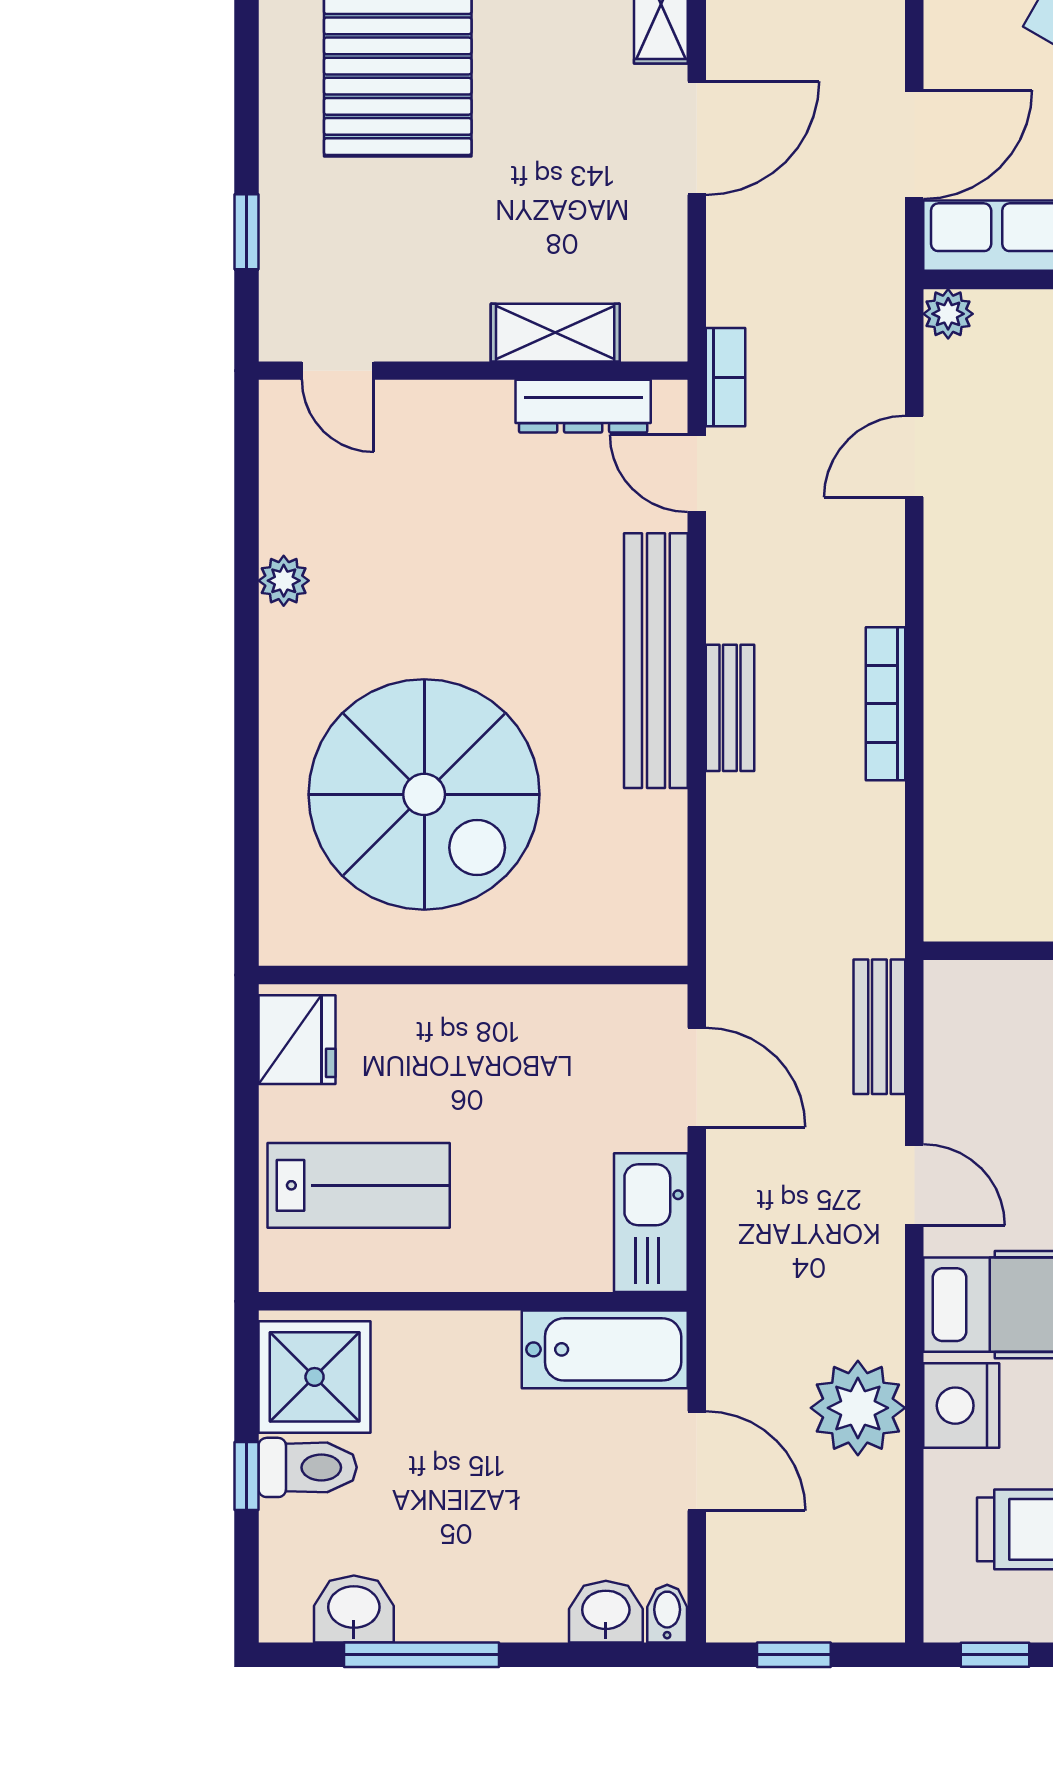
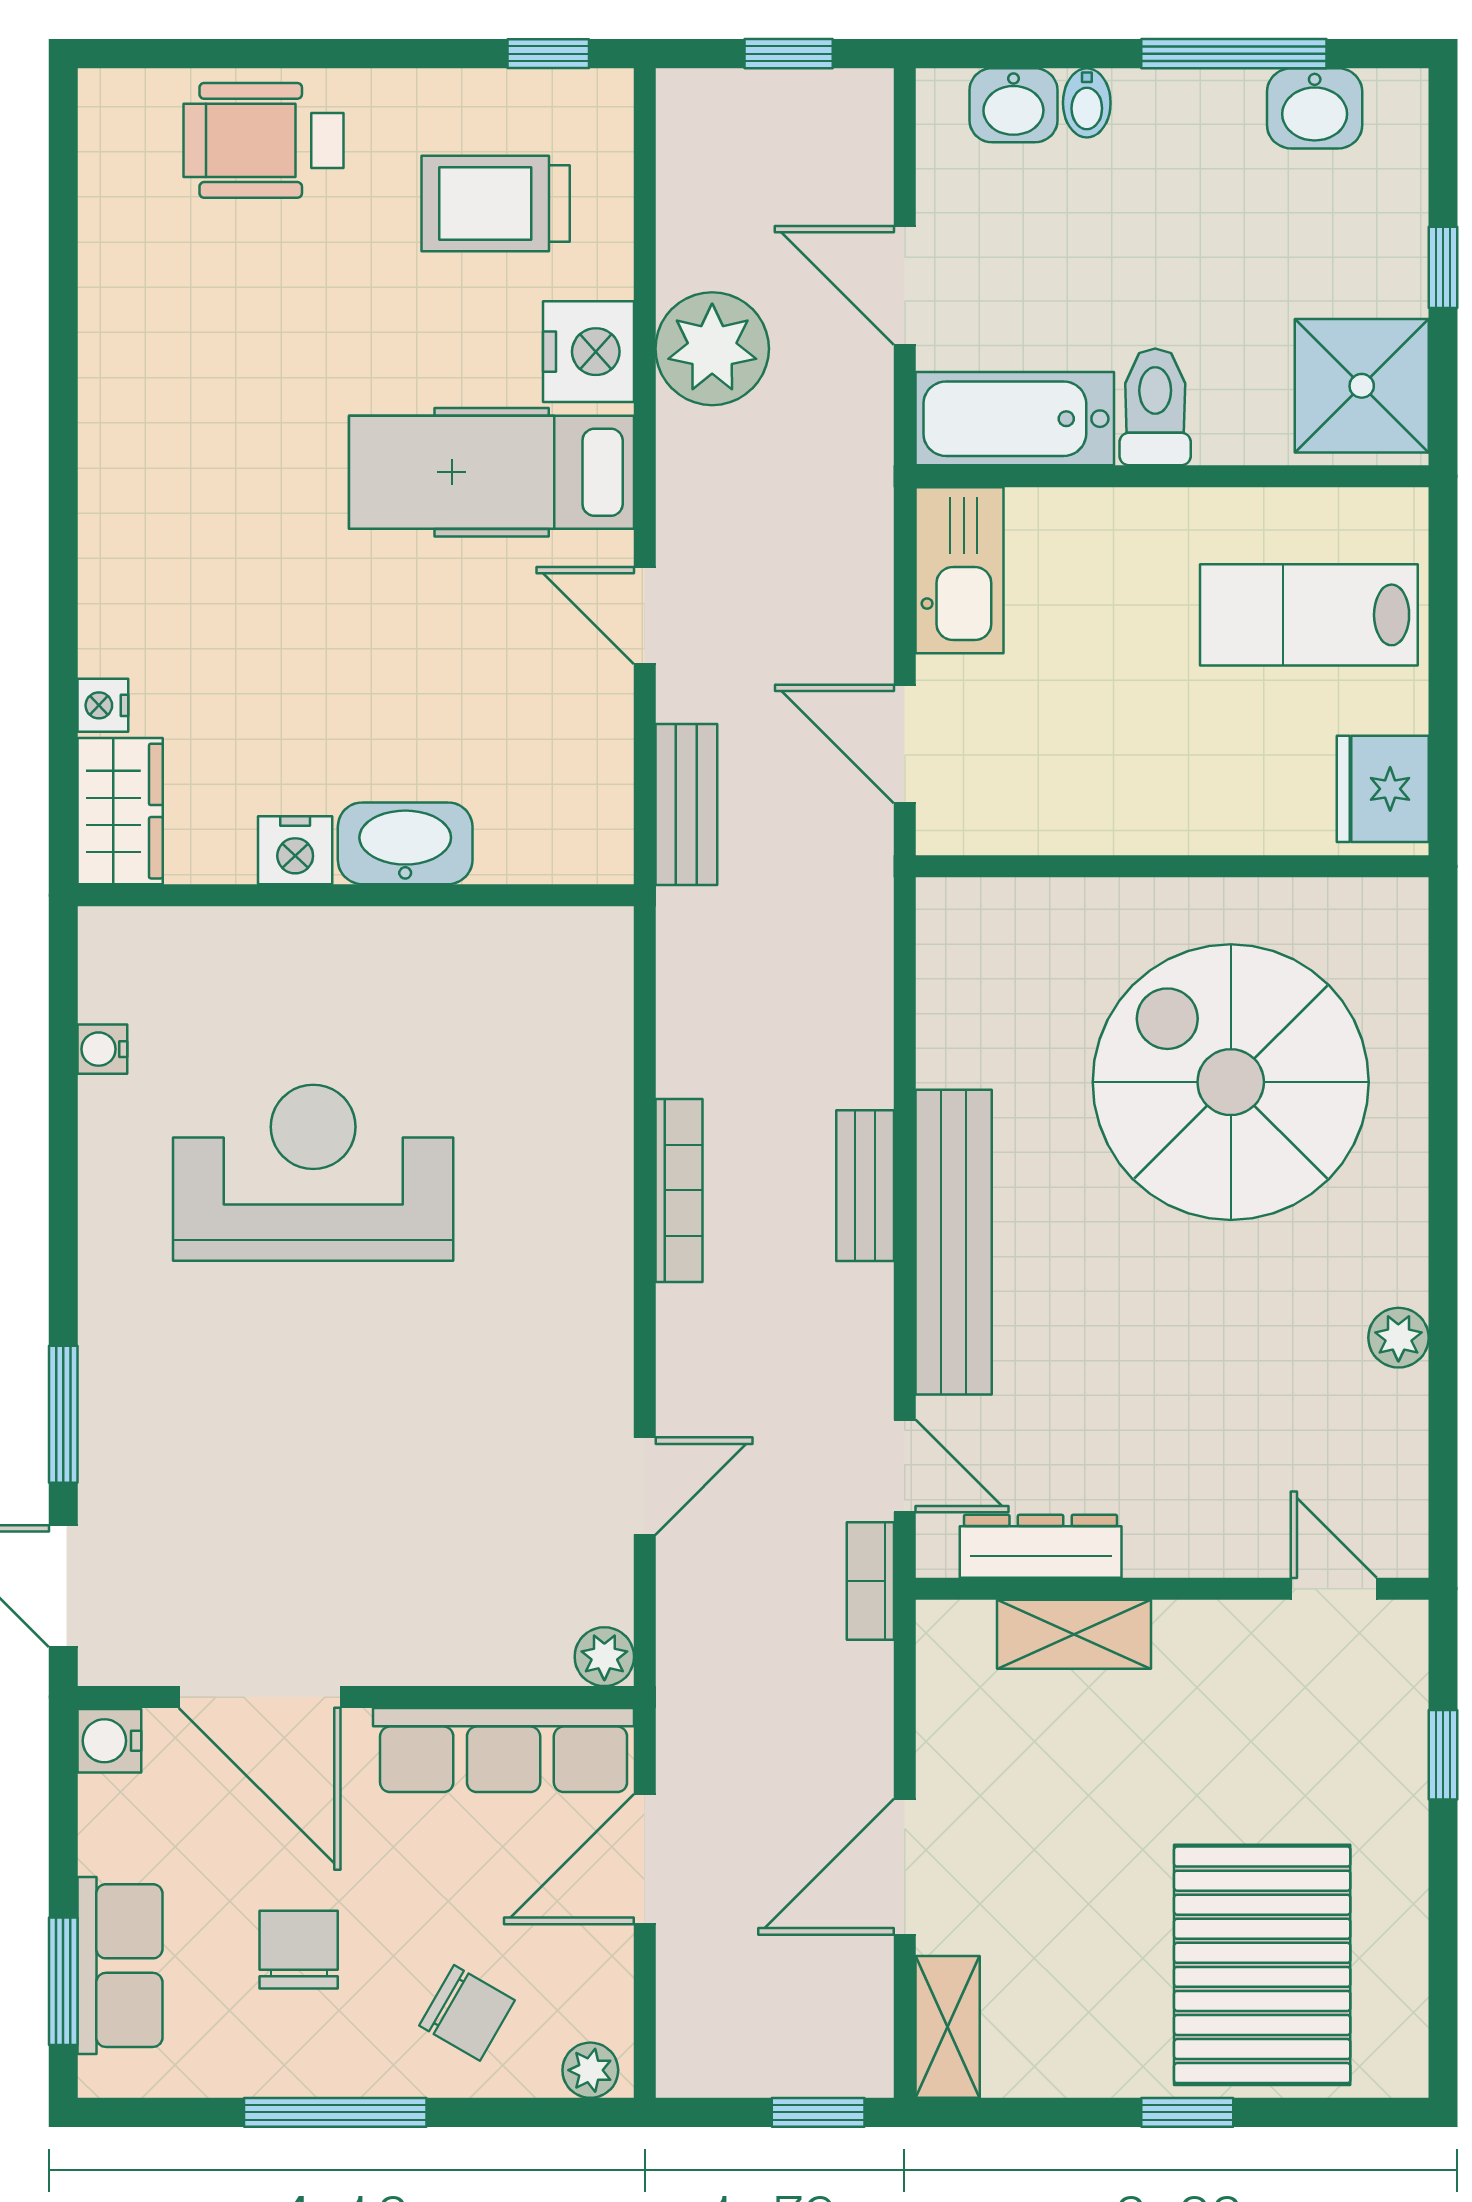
toilet: (308, 1467) -> (1155, 407), moved, turned 90
bidet: (667, 1614) -> (1087, 103), moved

